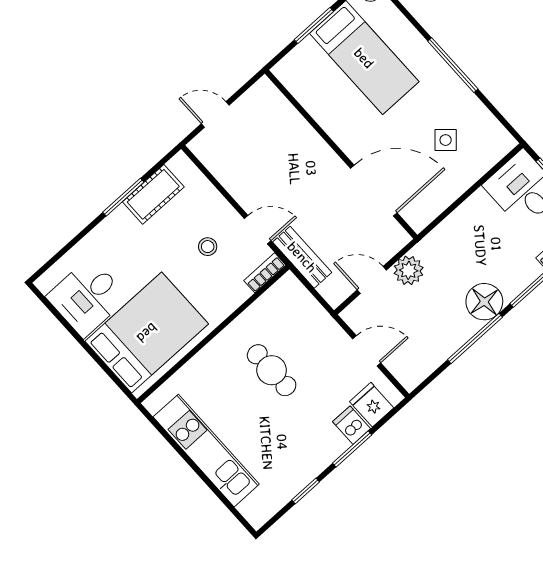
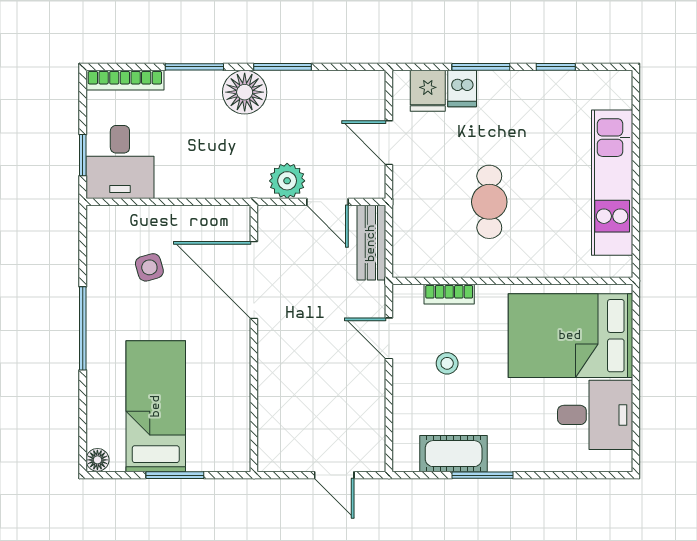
side table: (446, 140) -> (149, 267), turned 32
bench: (302, 257) -> (371, 243), moved
bookcase: (265, 273) -> (449, 294), moved
window: (475, 338) -> (282, 67), width x0.69

